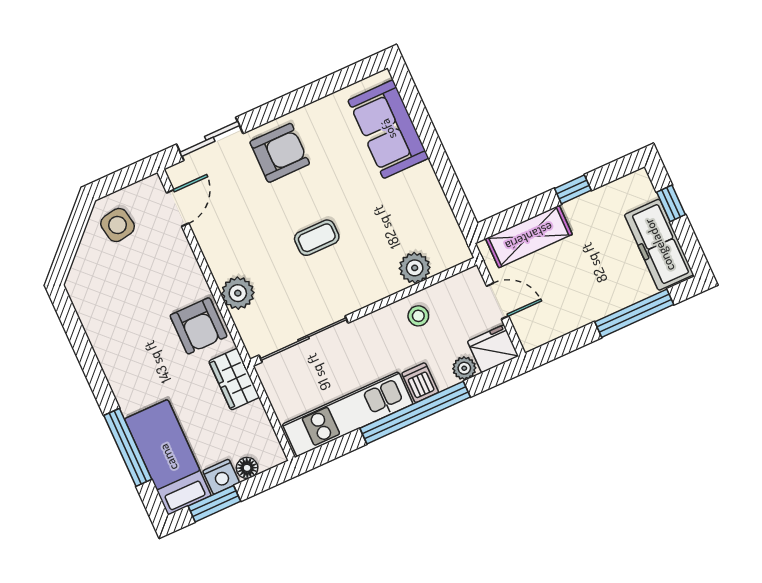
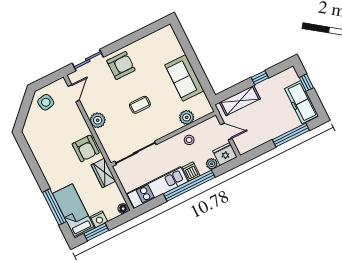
sofa: (388, 129) -> (184, 78), moved
plant: (238, 293) -> (98, 120), moved
floor lamp: (247, 468) -> (123, 209), moved

